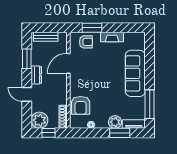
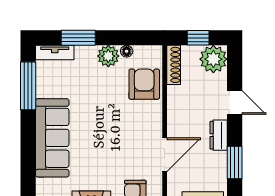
plant: (115, 122) -> (108, 56), moved

